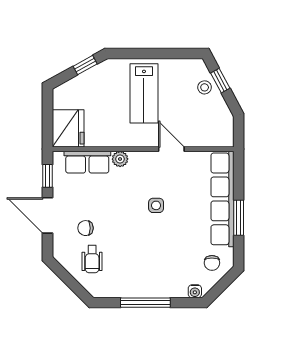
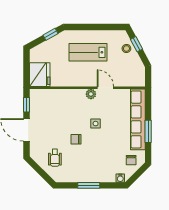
lab bench: (144, 93) -> (88, 52), turned 90
plant: (120, 159) -> (91, 94), moved
row of seats: (87, 162) -> (52, 96), removed
chair: (85, 228) -> (76, 139), moved
window: (145, 303) -> (89, 185), width x0.69

